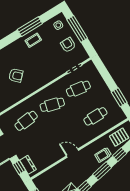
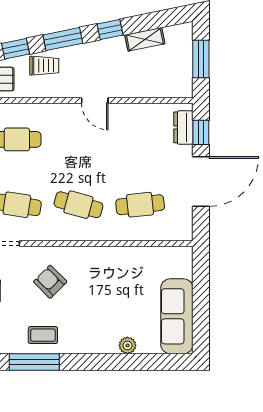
armchair: (16, 75) -> (50, 282), moved

